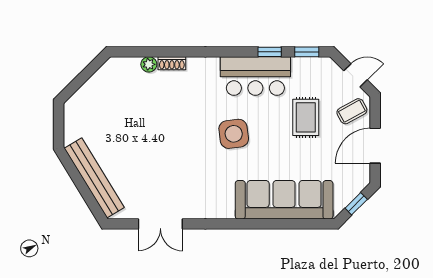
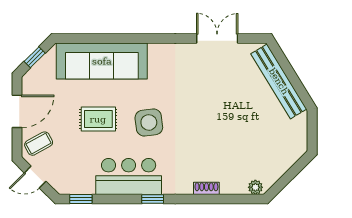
window: (270, 52) -> (153, 199), moved
plant: (149, 64) -> (255, 187), moved
rug: (306, 117) -> (98, 119), moved, turned 90

